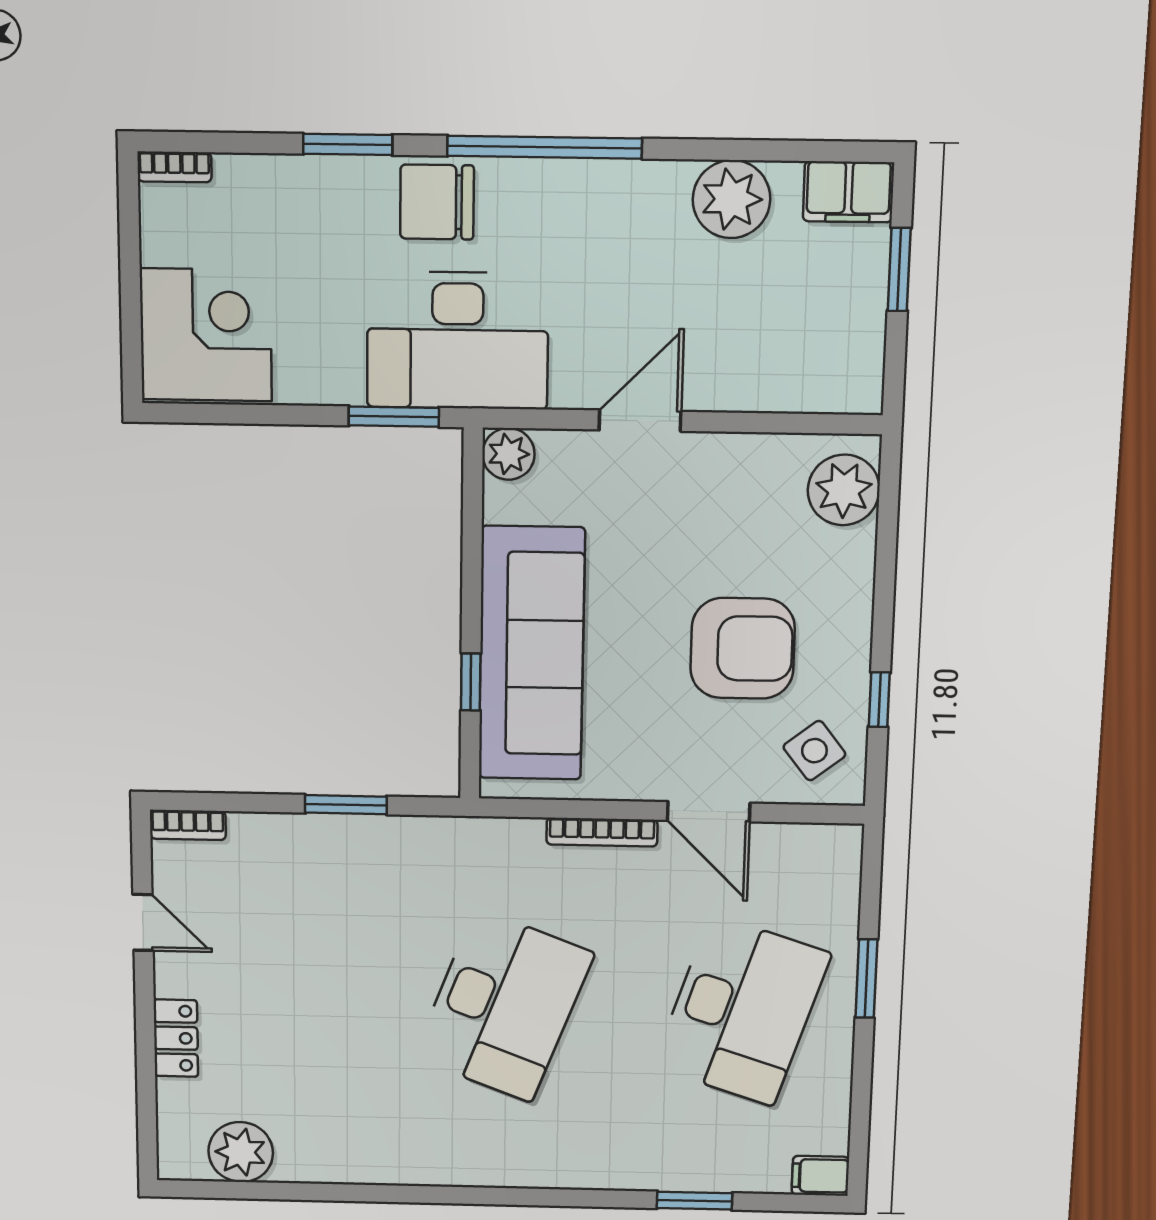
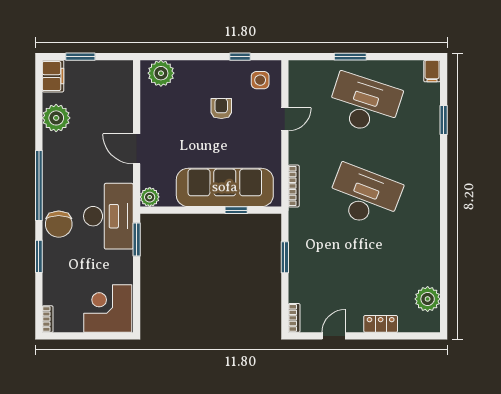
armchair: (743, 648) -> (221, 108), width x0.53, depth x0.53
side table: (814, 751) -> (260, 80), turned 38
door: (709, 812) -> (285, 119), width x0.73
bookcase: (602, 832) -> (294, 186), moved

